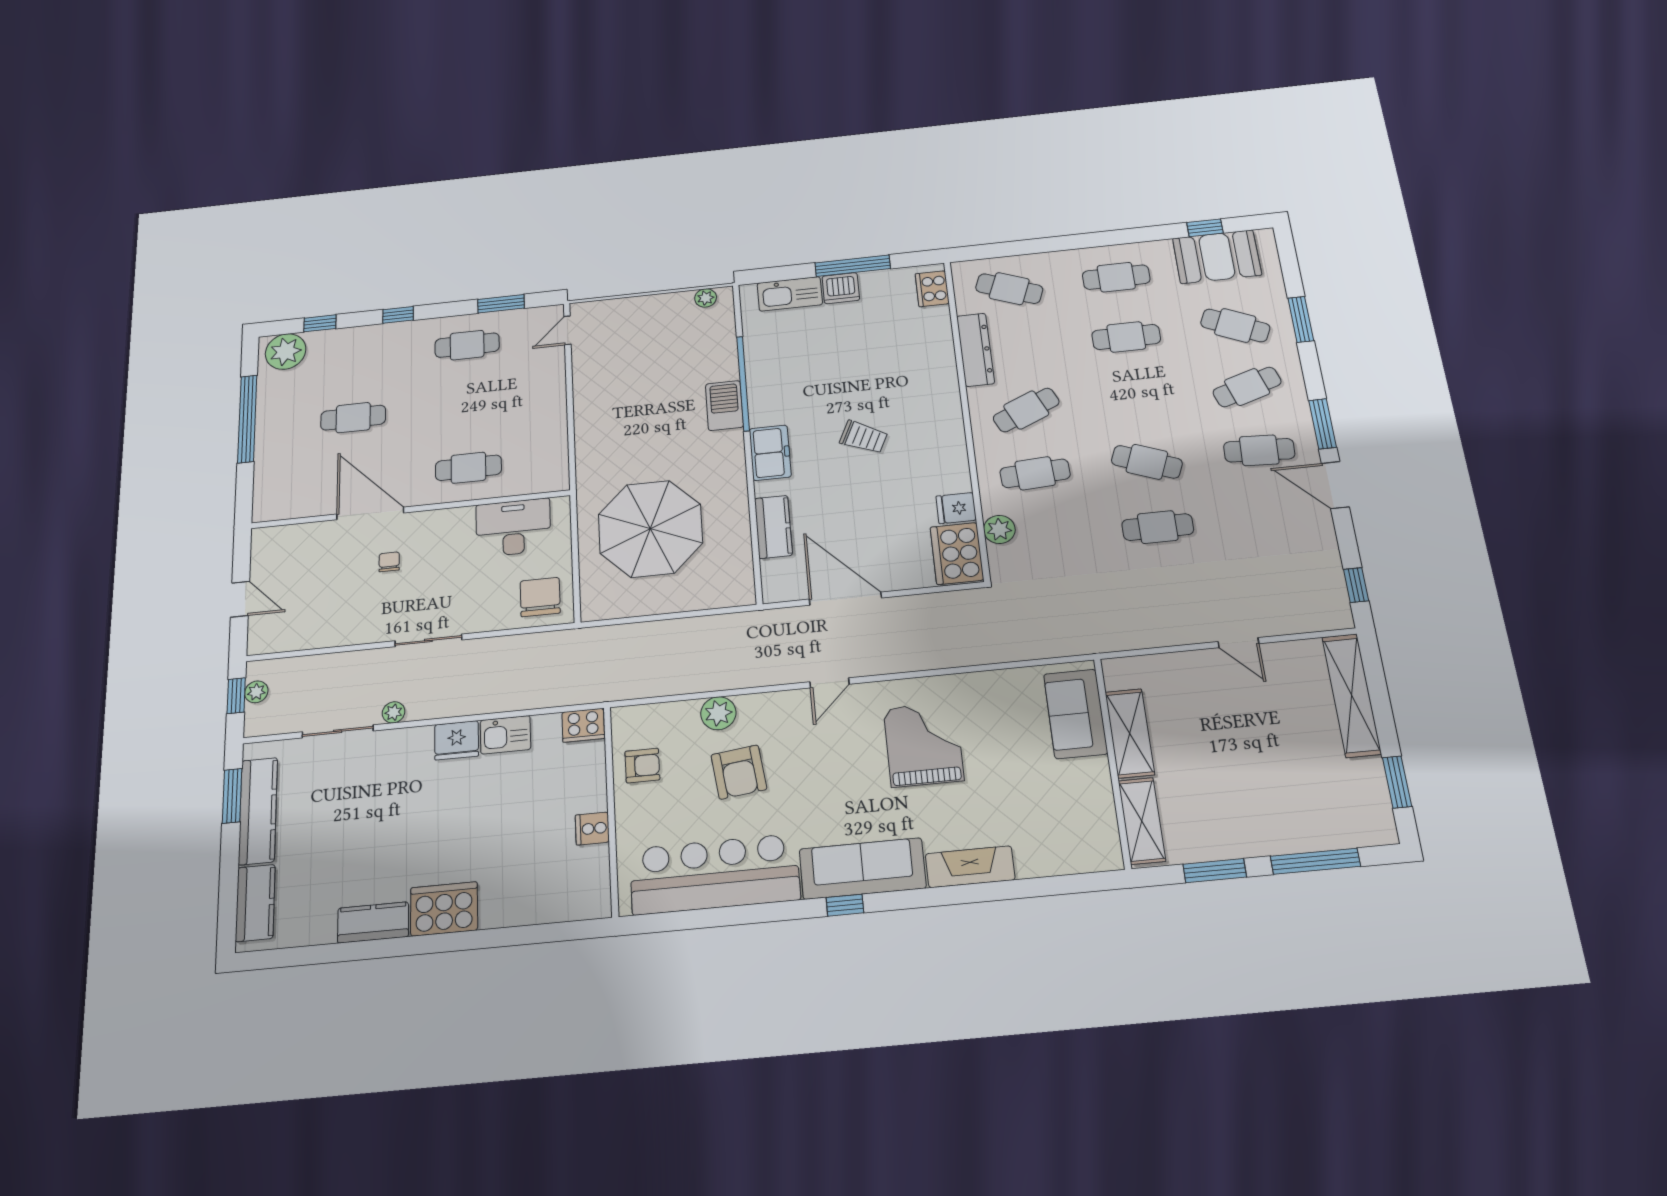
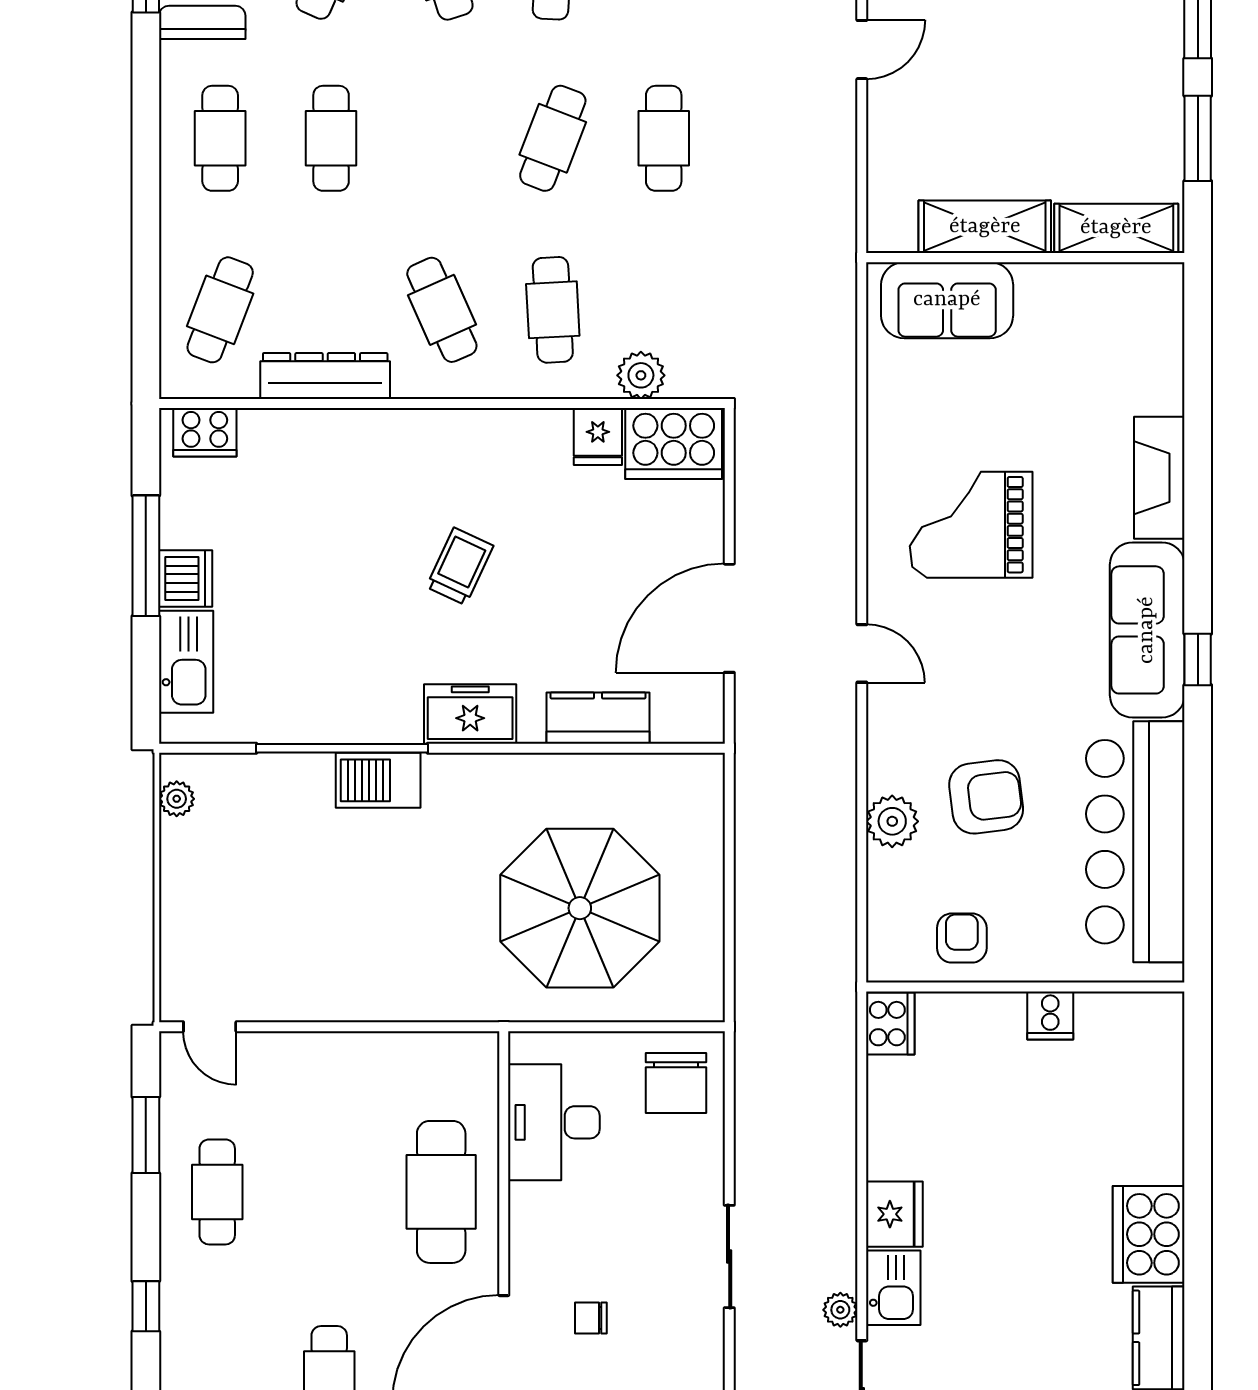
cafe table: (468, 468) -> (441, 1192), width x1.37, depth x1.35
chair: (540, 597) -> (676, 1083), turned -90
kitchen sink: (505, 735) -> (893, 1288), moved

